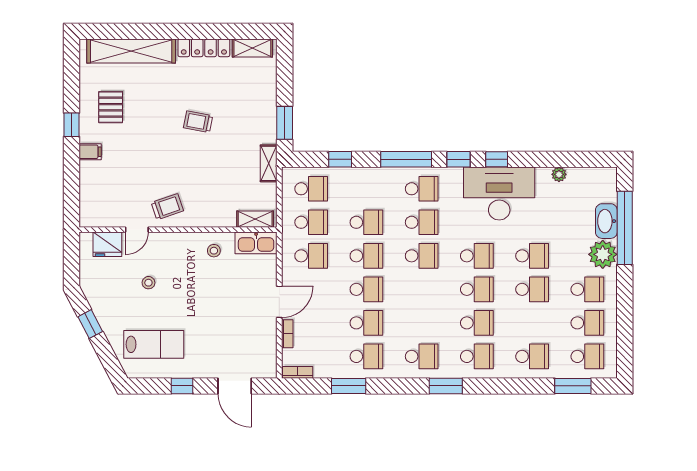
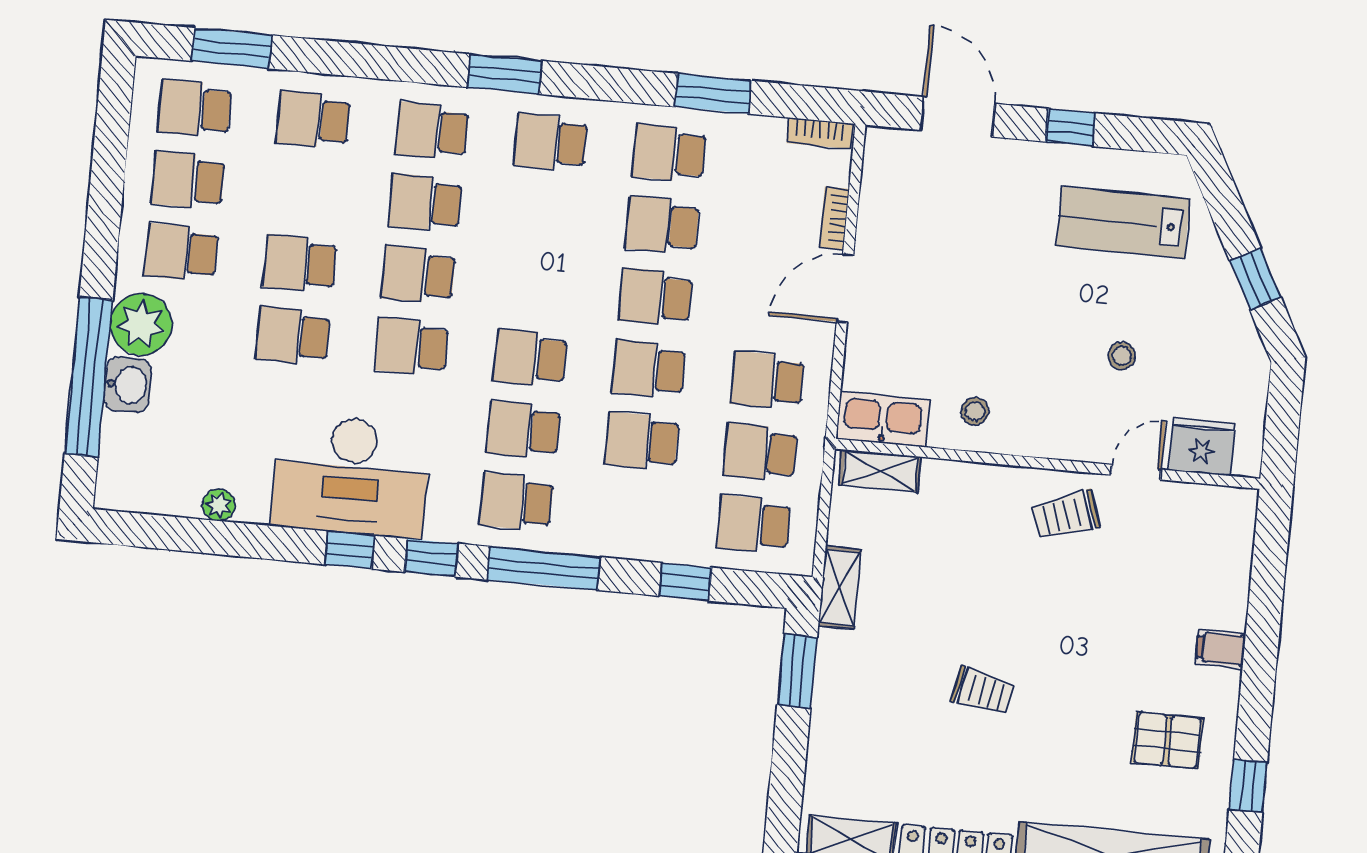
pallet: (111, 107) -> (1167, 740), turned 90
window: (71, 125) -> (1248, 786), moved
washbasin: (606, 221) -> (128, 385), width x0.72

